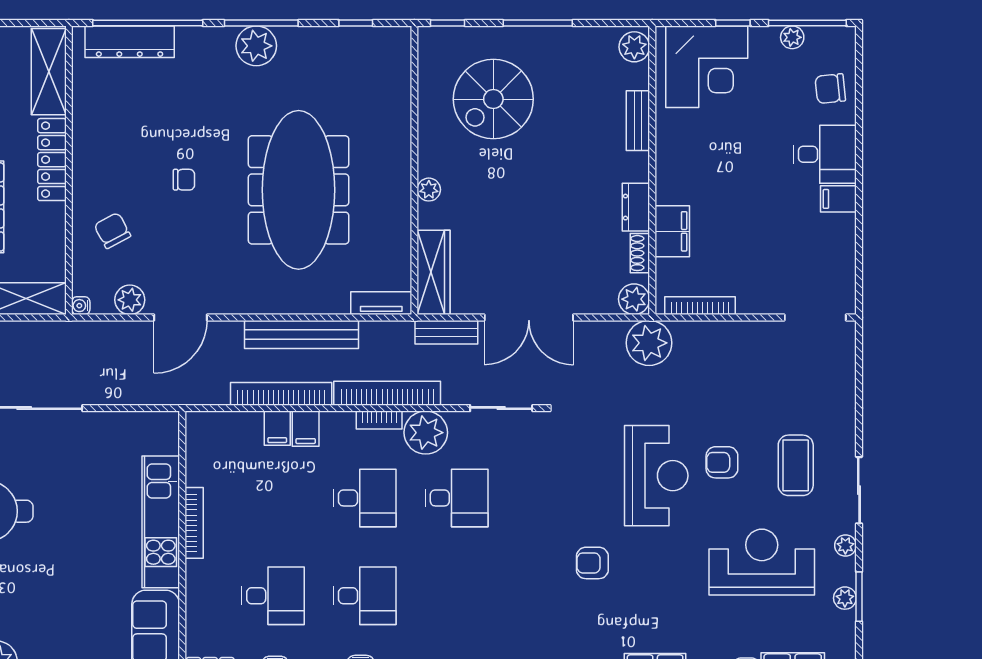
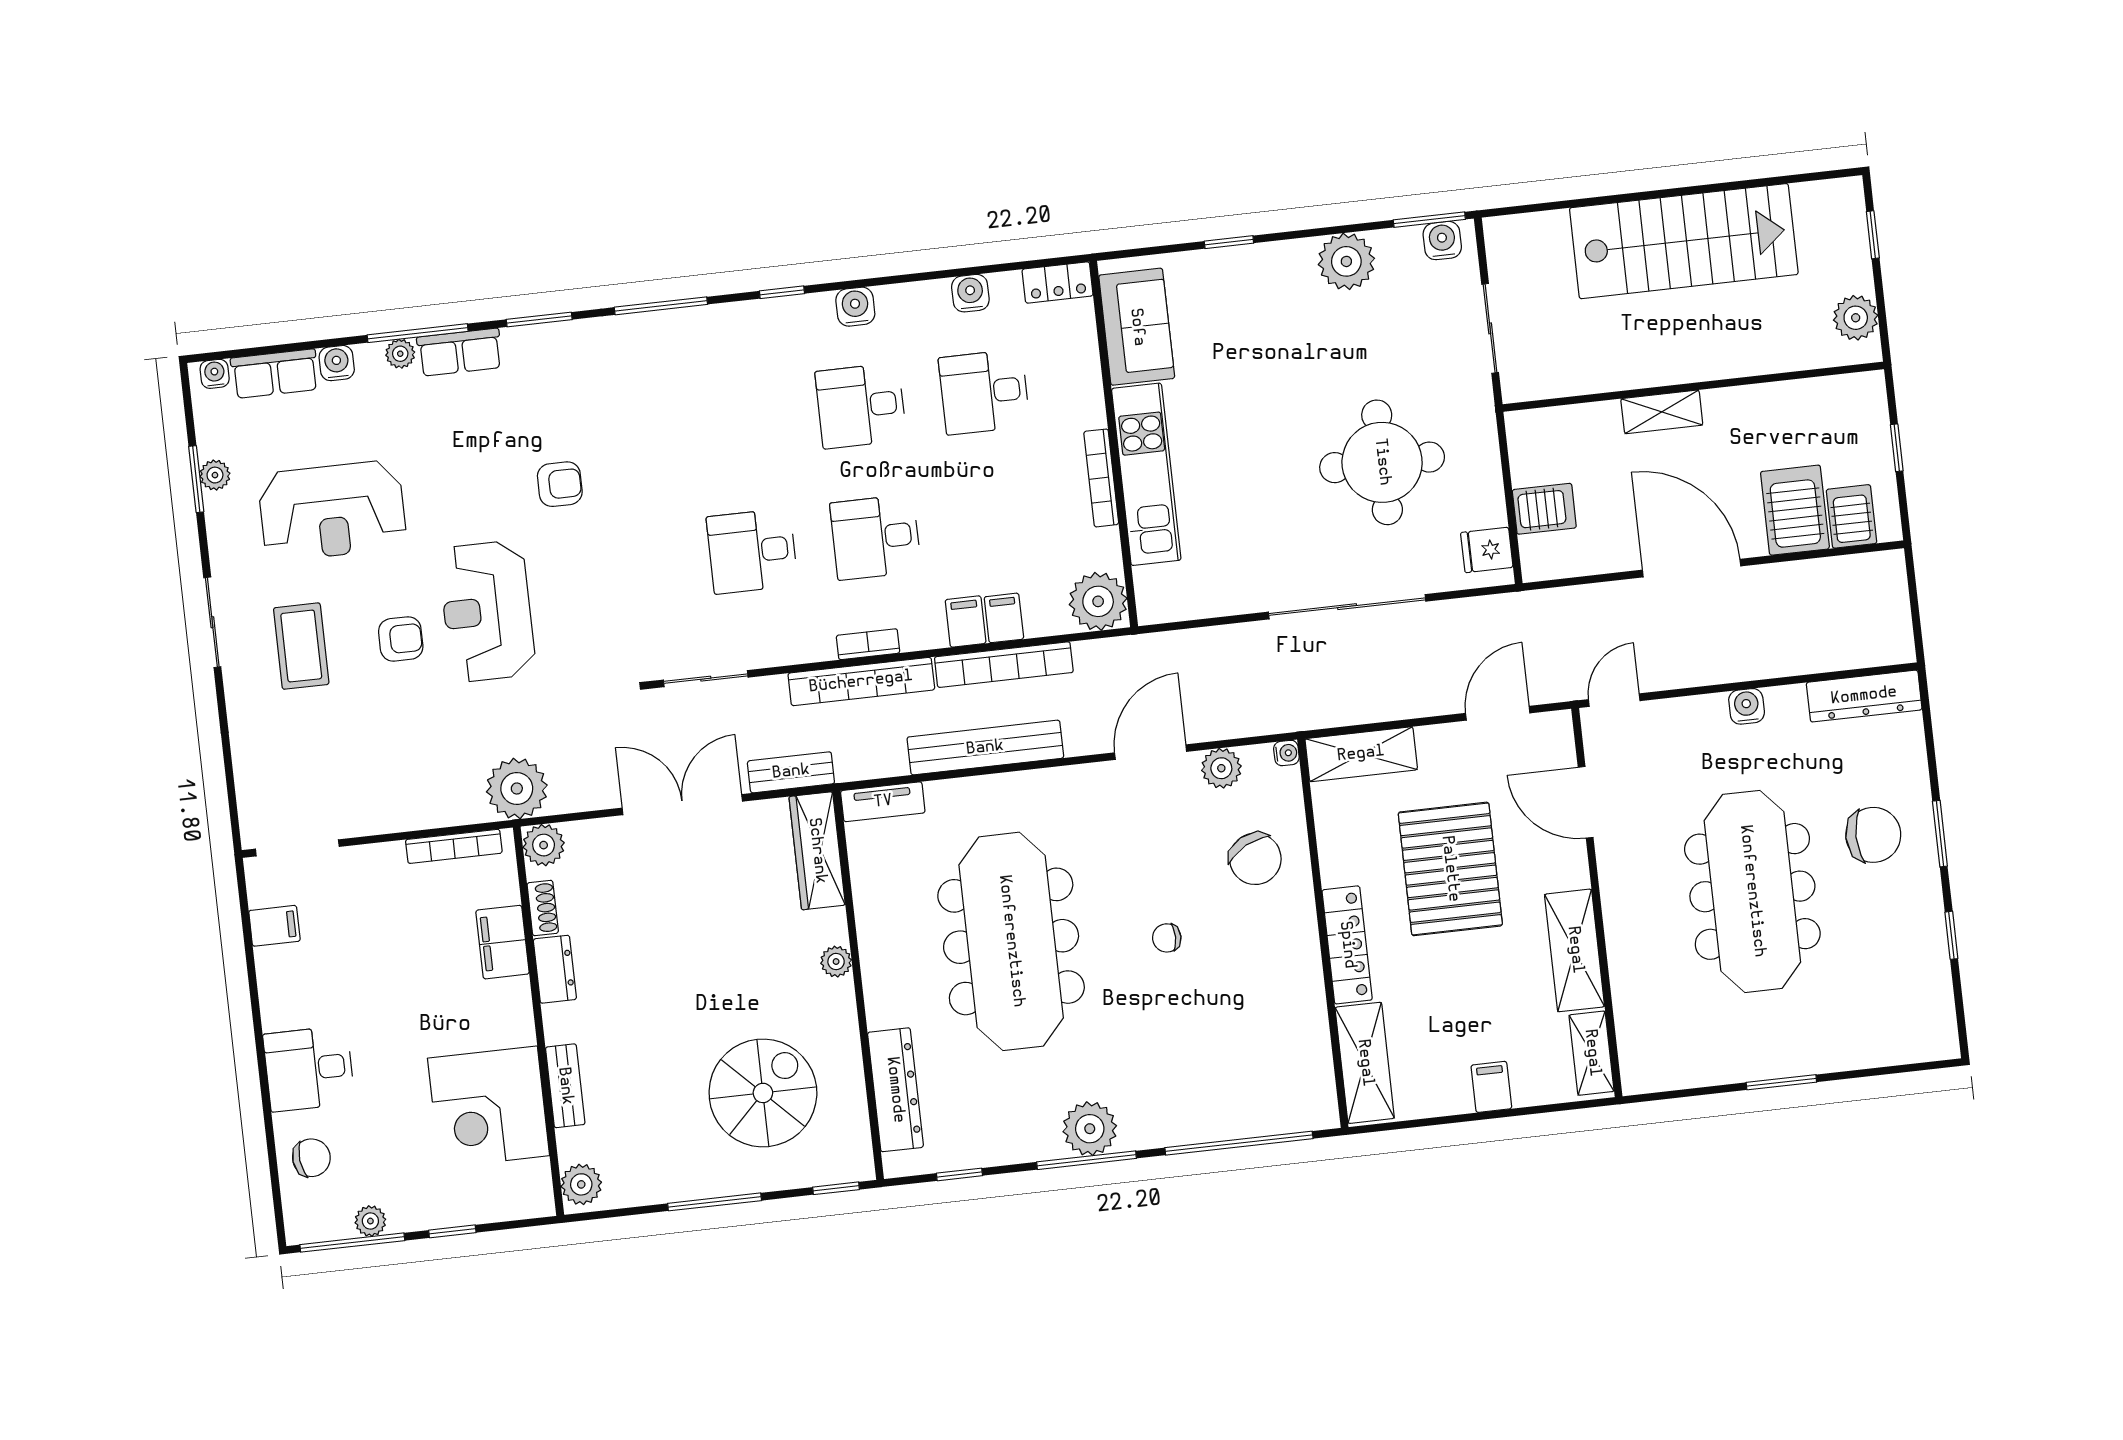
dresser: (130, 42) -> (895, 1090), moved, turned 90
corner desk: (707, 67) -> (489, 1107), moved, turned -90
filing cabinet: (838, 199) -> (274, 926), moved
chair: (112, 230) -> (1255, 859), width x1.37, depth x1.37
plant: (426, 433) -> (1098, 601), moved
plant: (845, 546) -> (222, 546), removed

